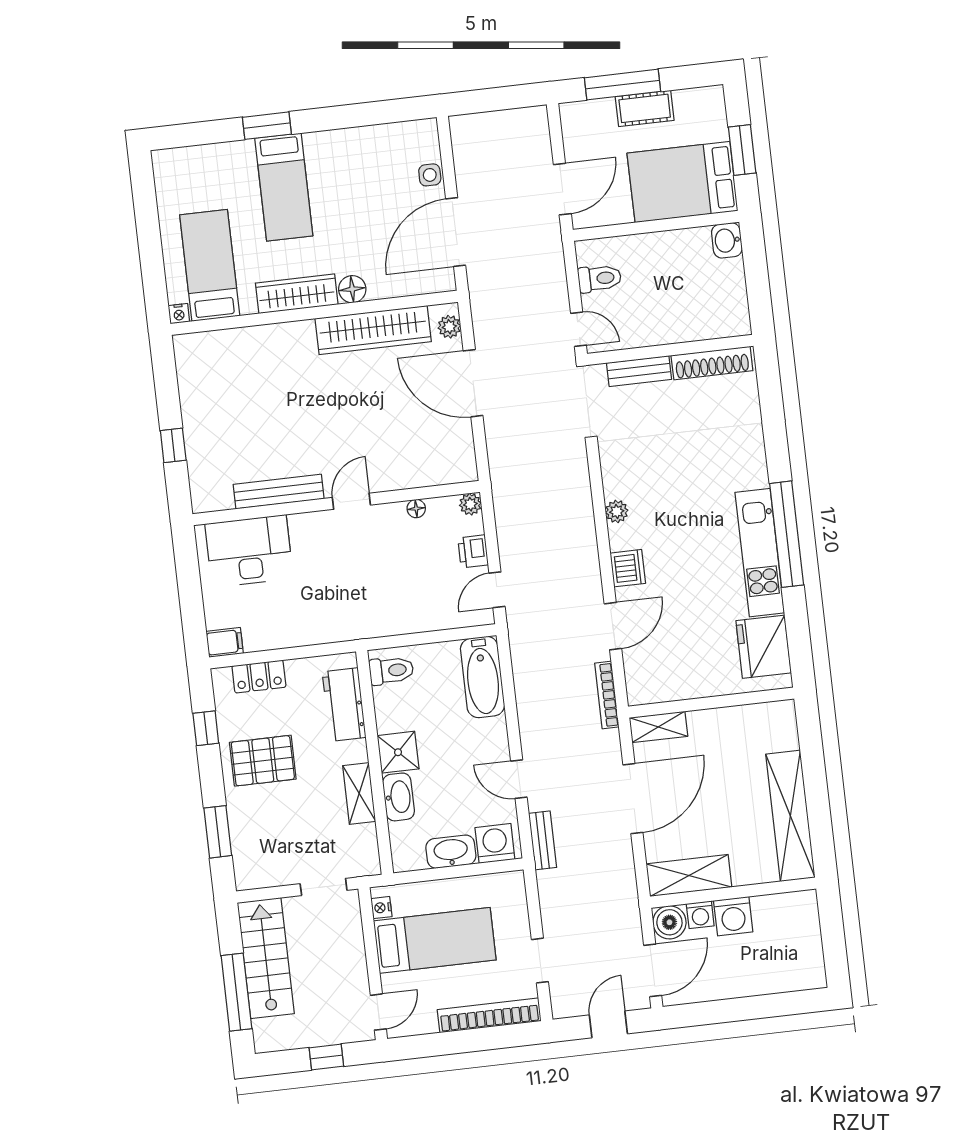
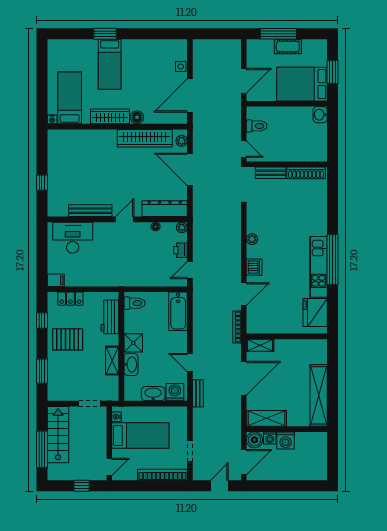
dresser: (431, 470) -> (165, 209), added

